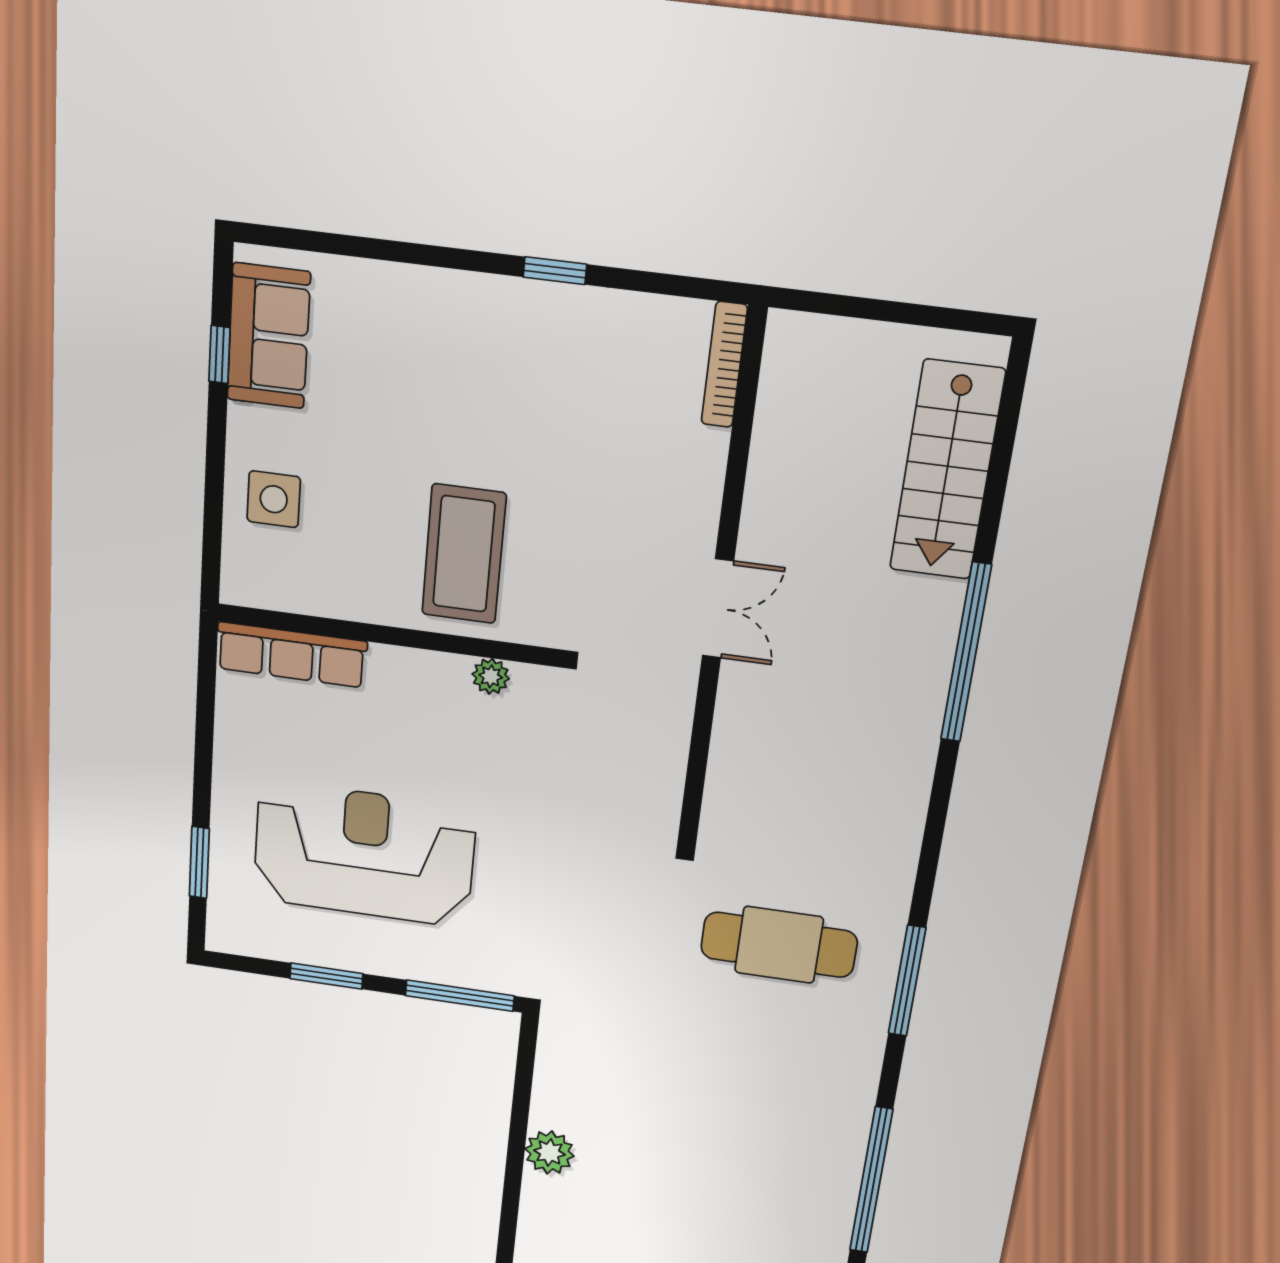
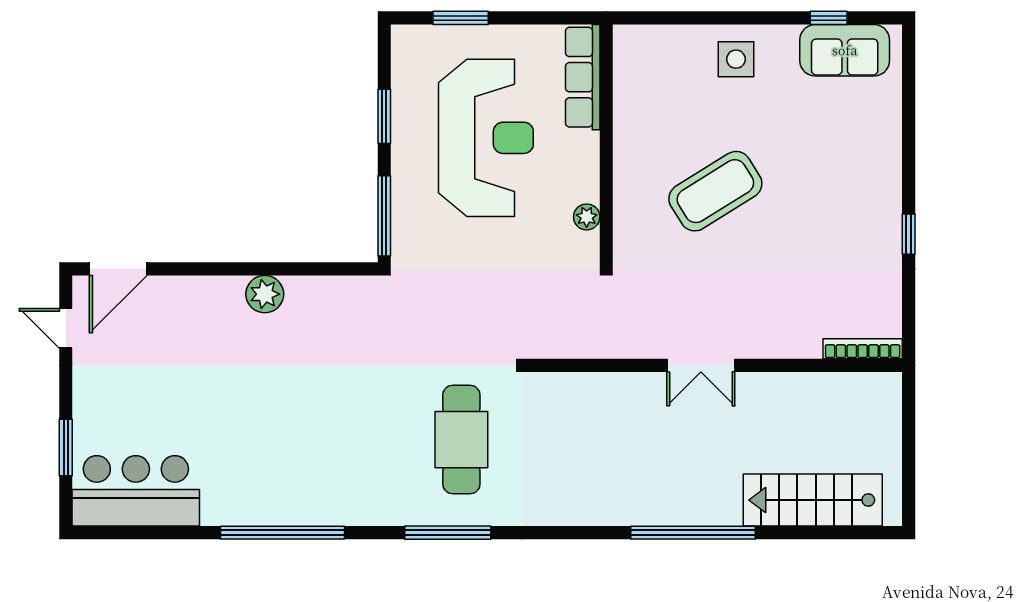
coffee table: (464, 554) -> (715, 191), turned -32
wall: (388, 635) -> (606, 143), moved
row of seats: (291, 655) -> (583, 77), moved
plant: (491, 676) -> (587, 217), moved

